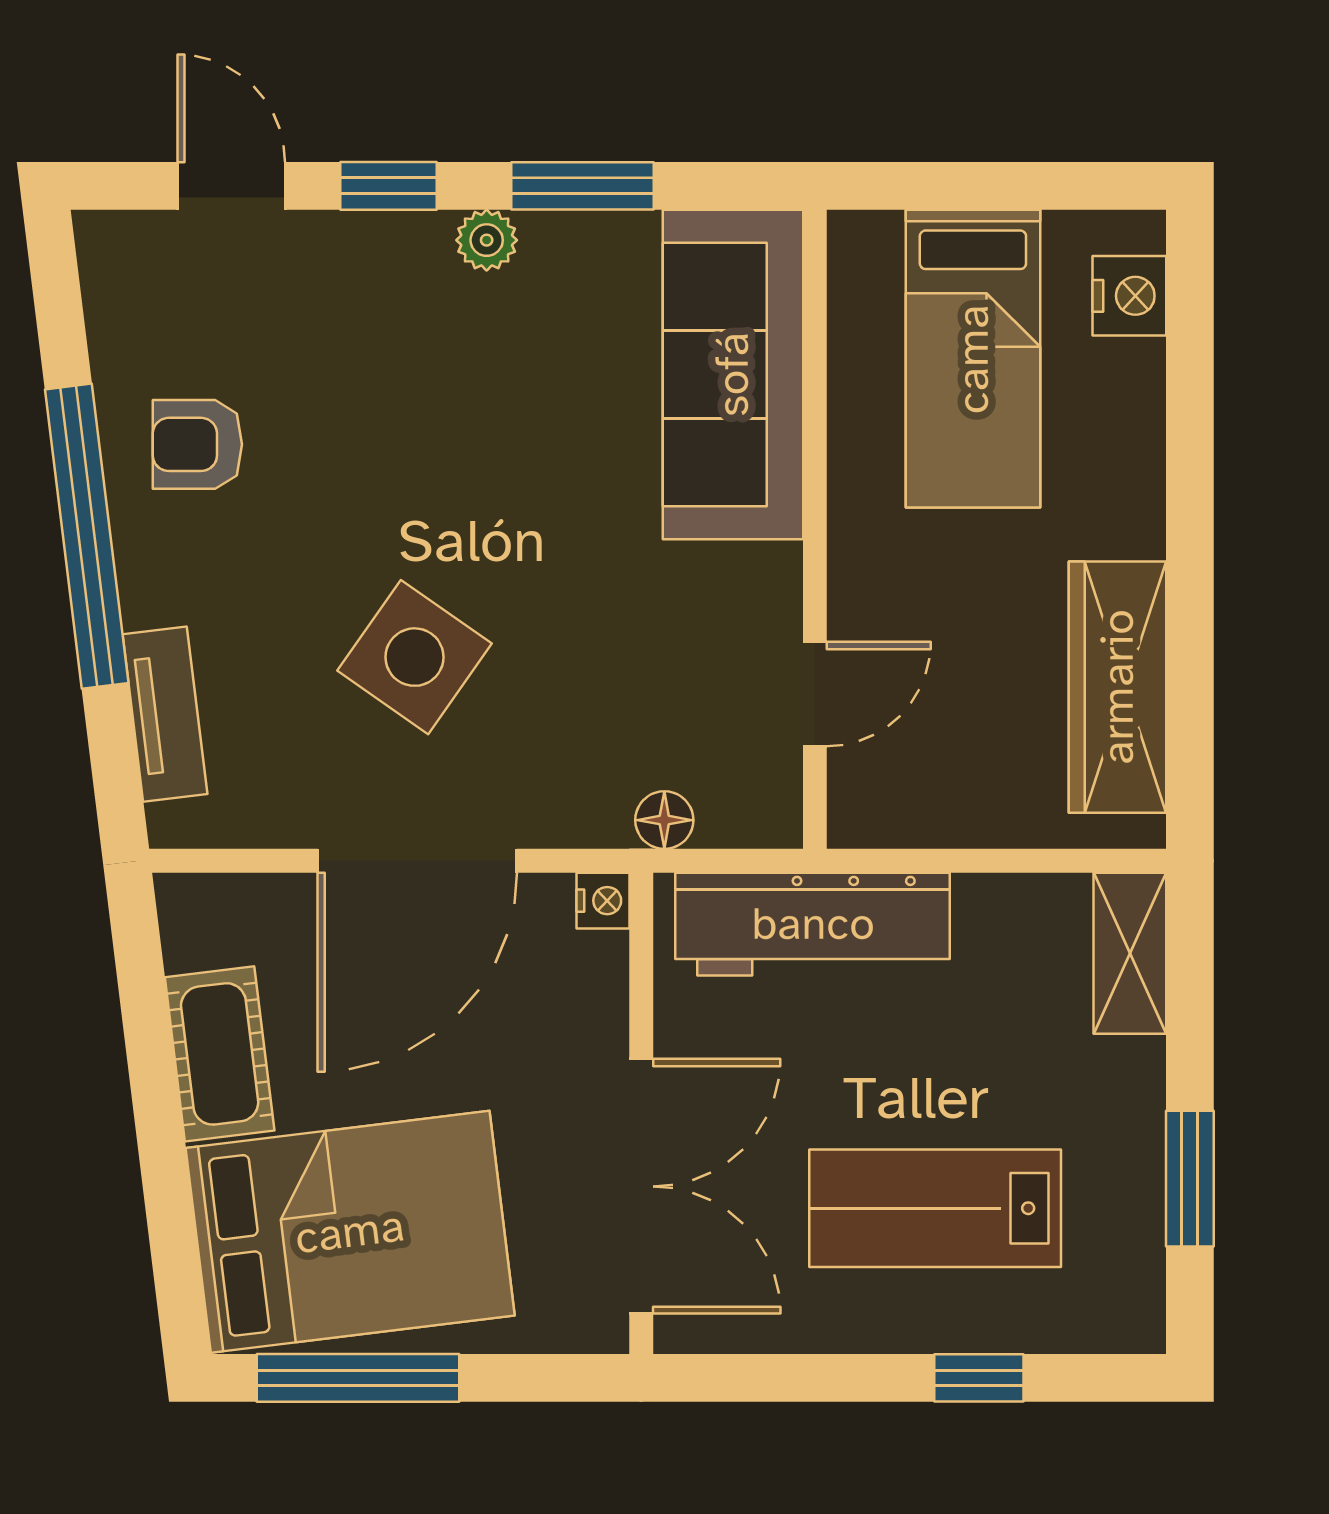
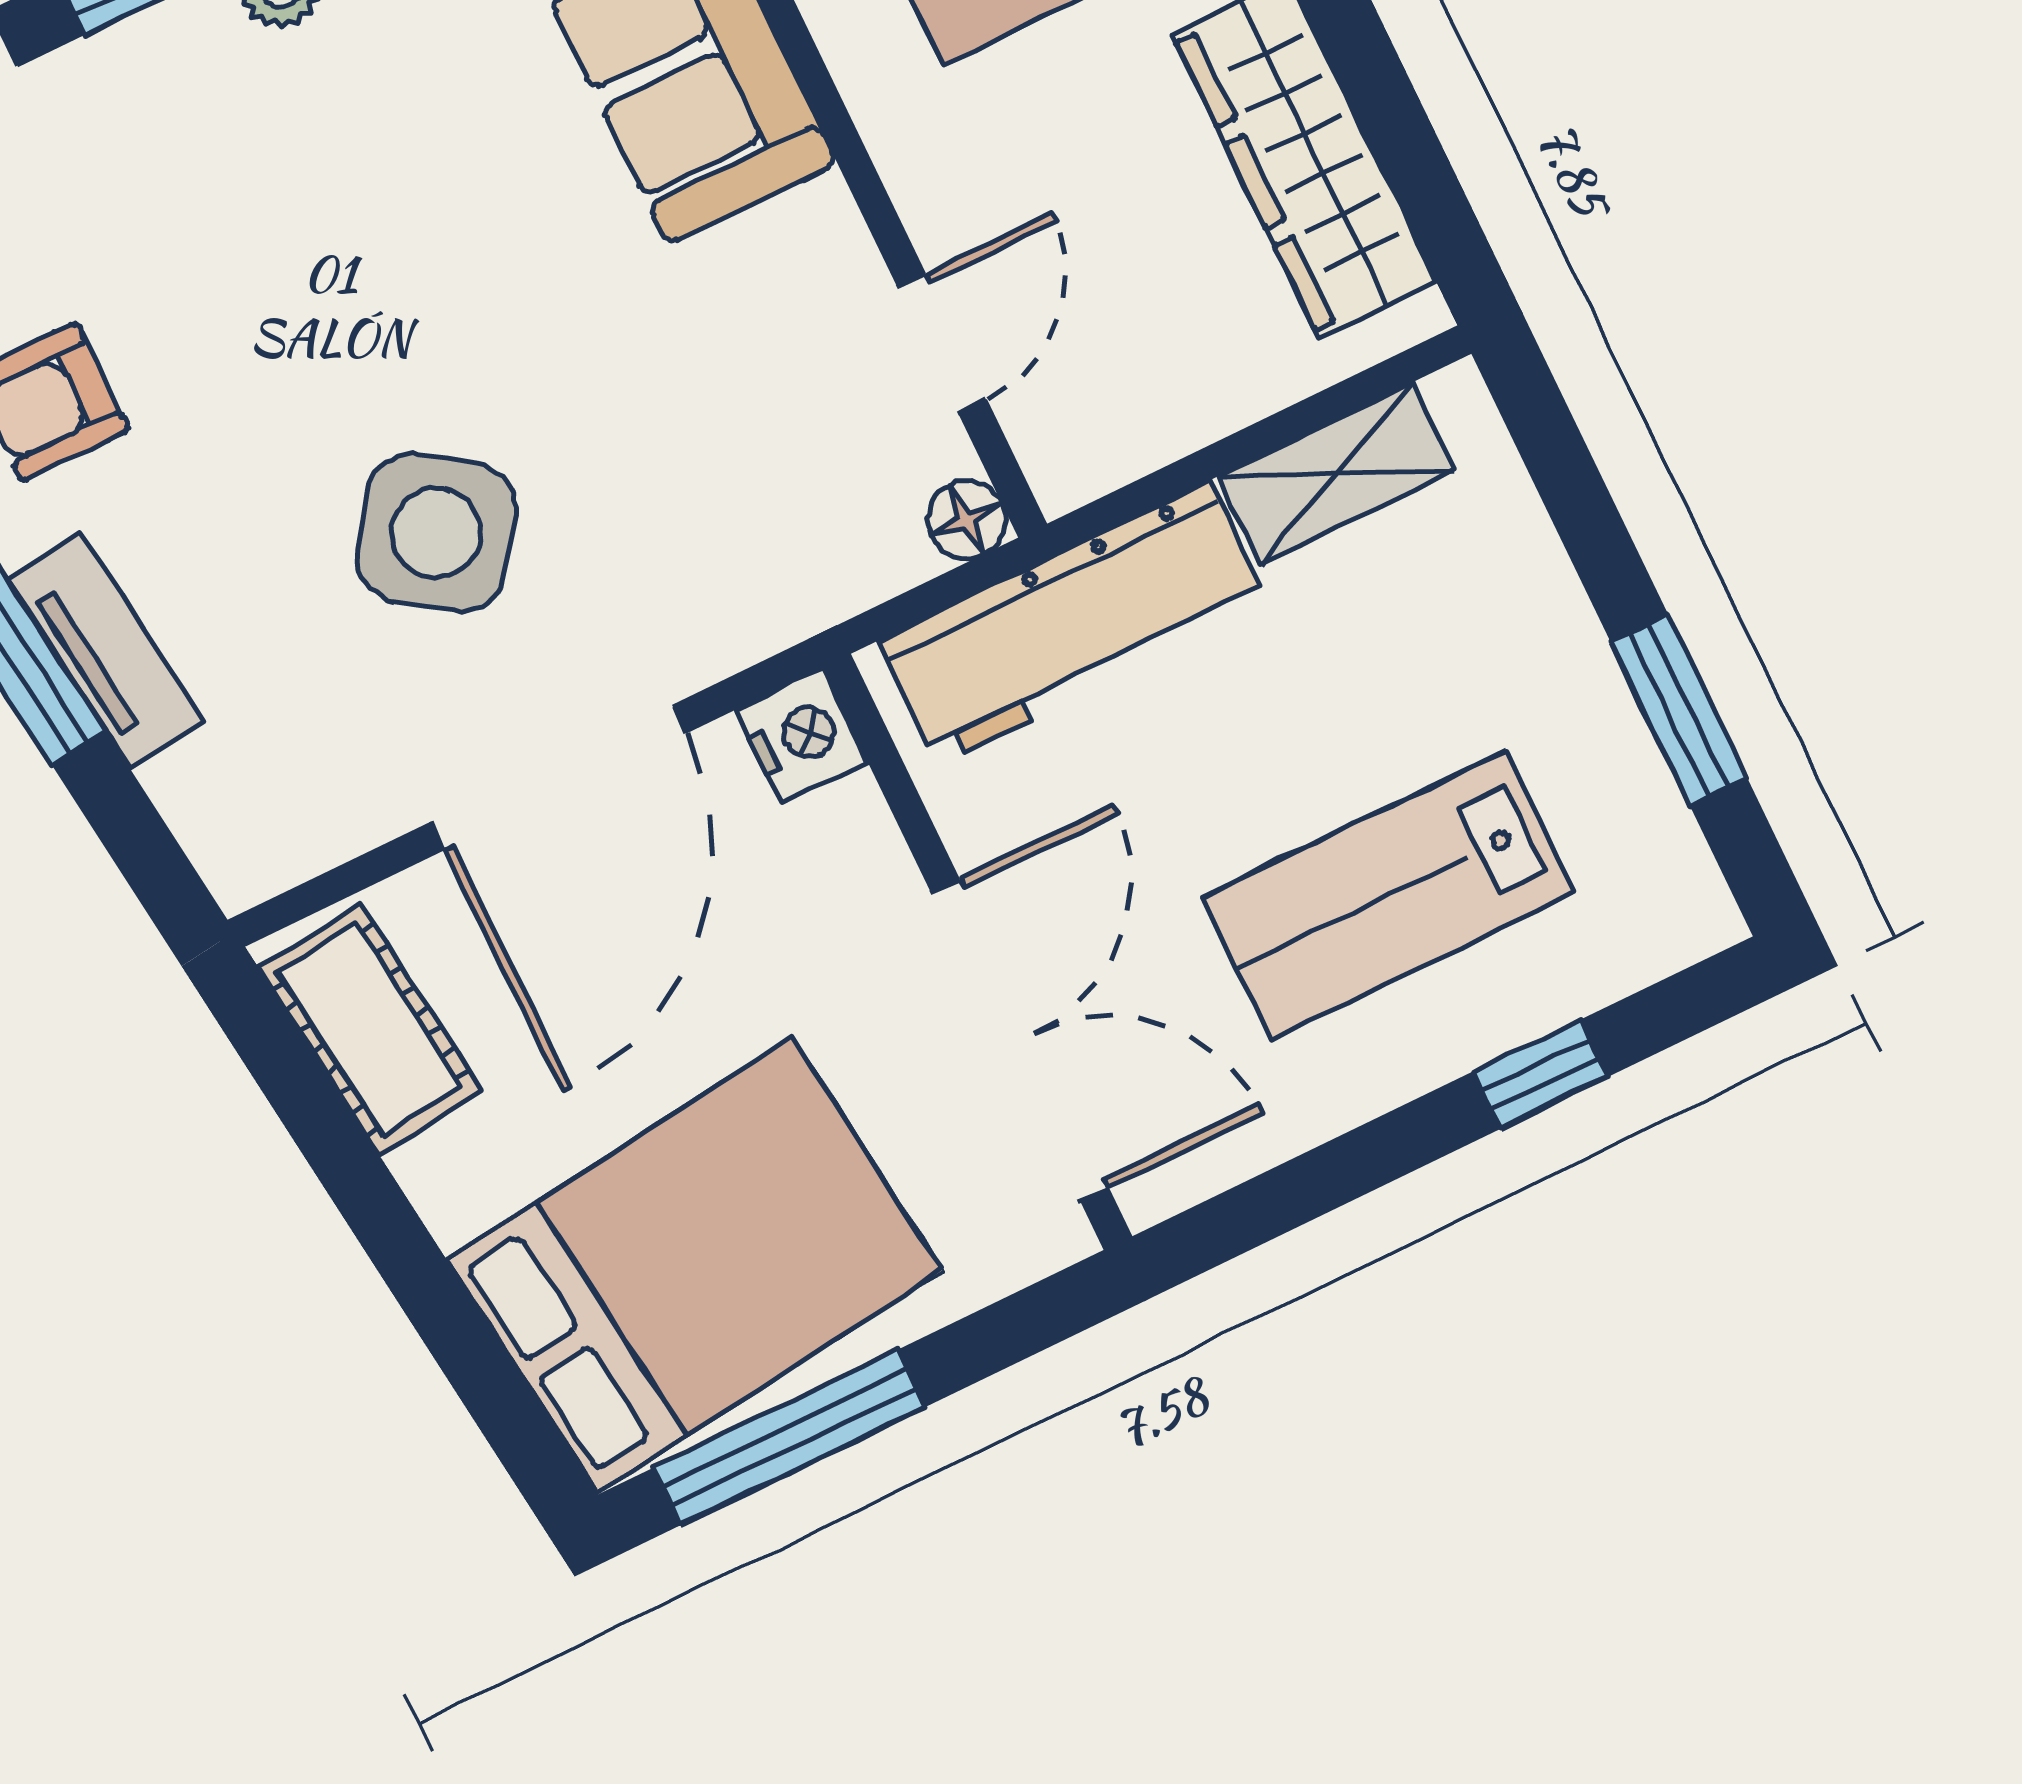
tv unit: (165, 714) -> (106, 651), moved
floor lamp: (664, 820) -> (966, 519), moved
nightstand: (603, 901) -> (802, 735), width x1.39, depth x1.35
shelving: (1130, 953) -> (1336, 473), moved, turned 90
cot: (220, 1054) -> (370, 1029), moved

